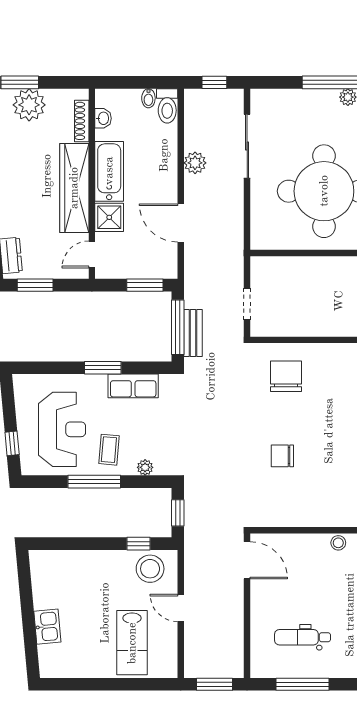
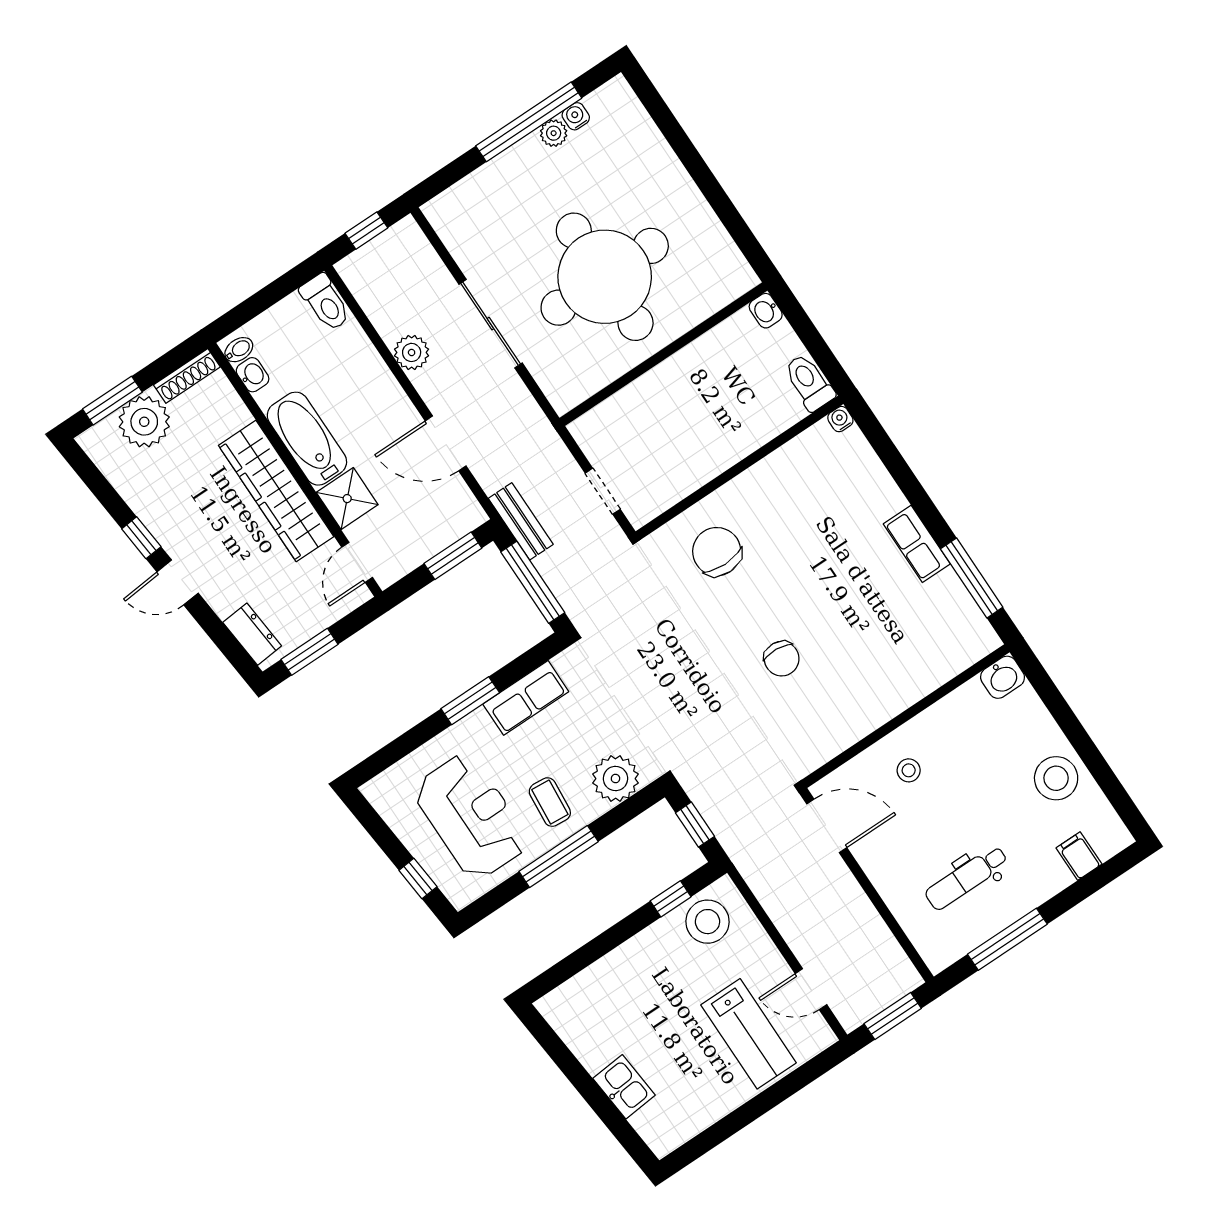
bidet: (148, 98) -> (239, 350), moved, turned -90
shoe rack: (82, 121) -> (187, 376), moved, turned -90
sliding door: (247, 146) -> (491, 324), moved
bench: (193, 333) -> (521, 521), moved
chair: (282, 456) -> (782, 659), turned -86
plant: (145, 467) -> (615, 779), width x1.87, depth x1.87
stool: (338, 543) -> (909, 770), moved
door: (181, 608) -> (811, 989), moved

